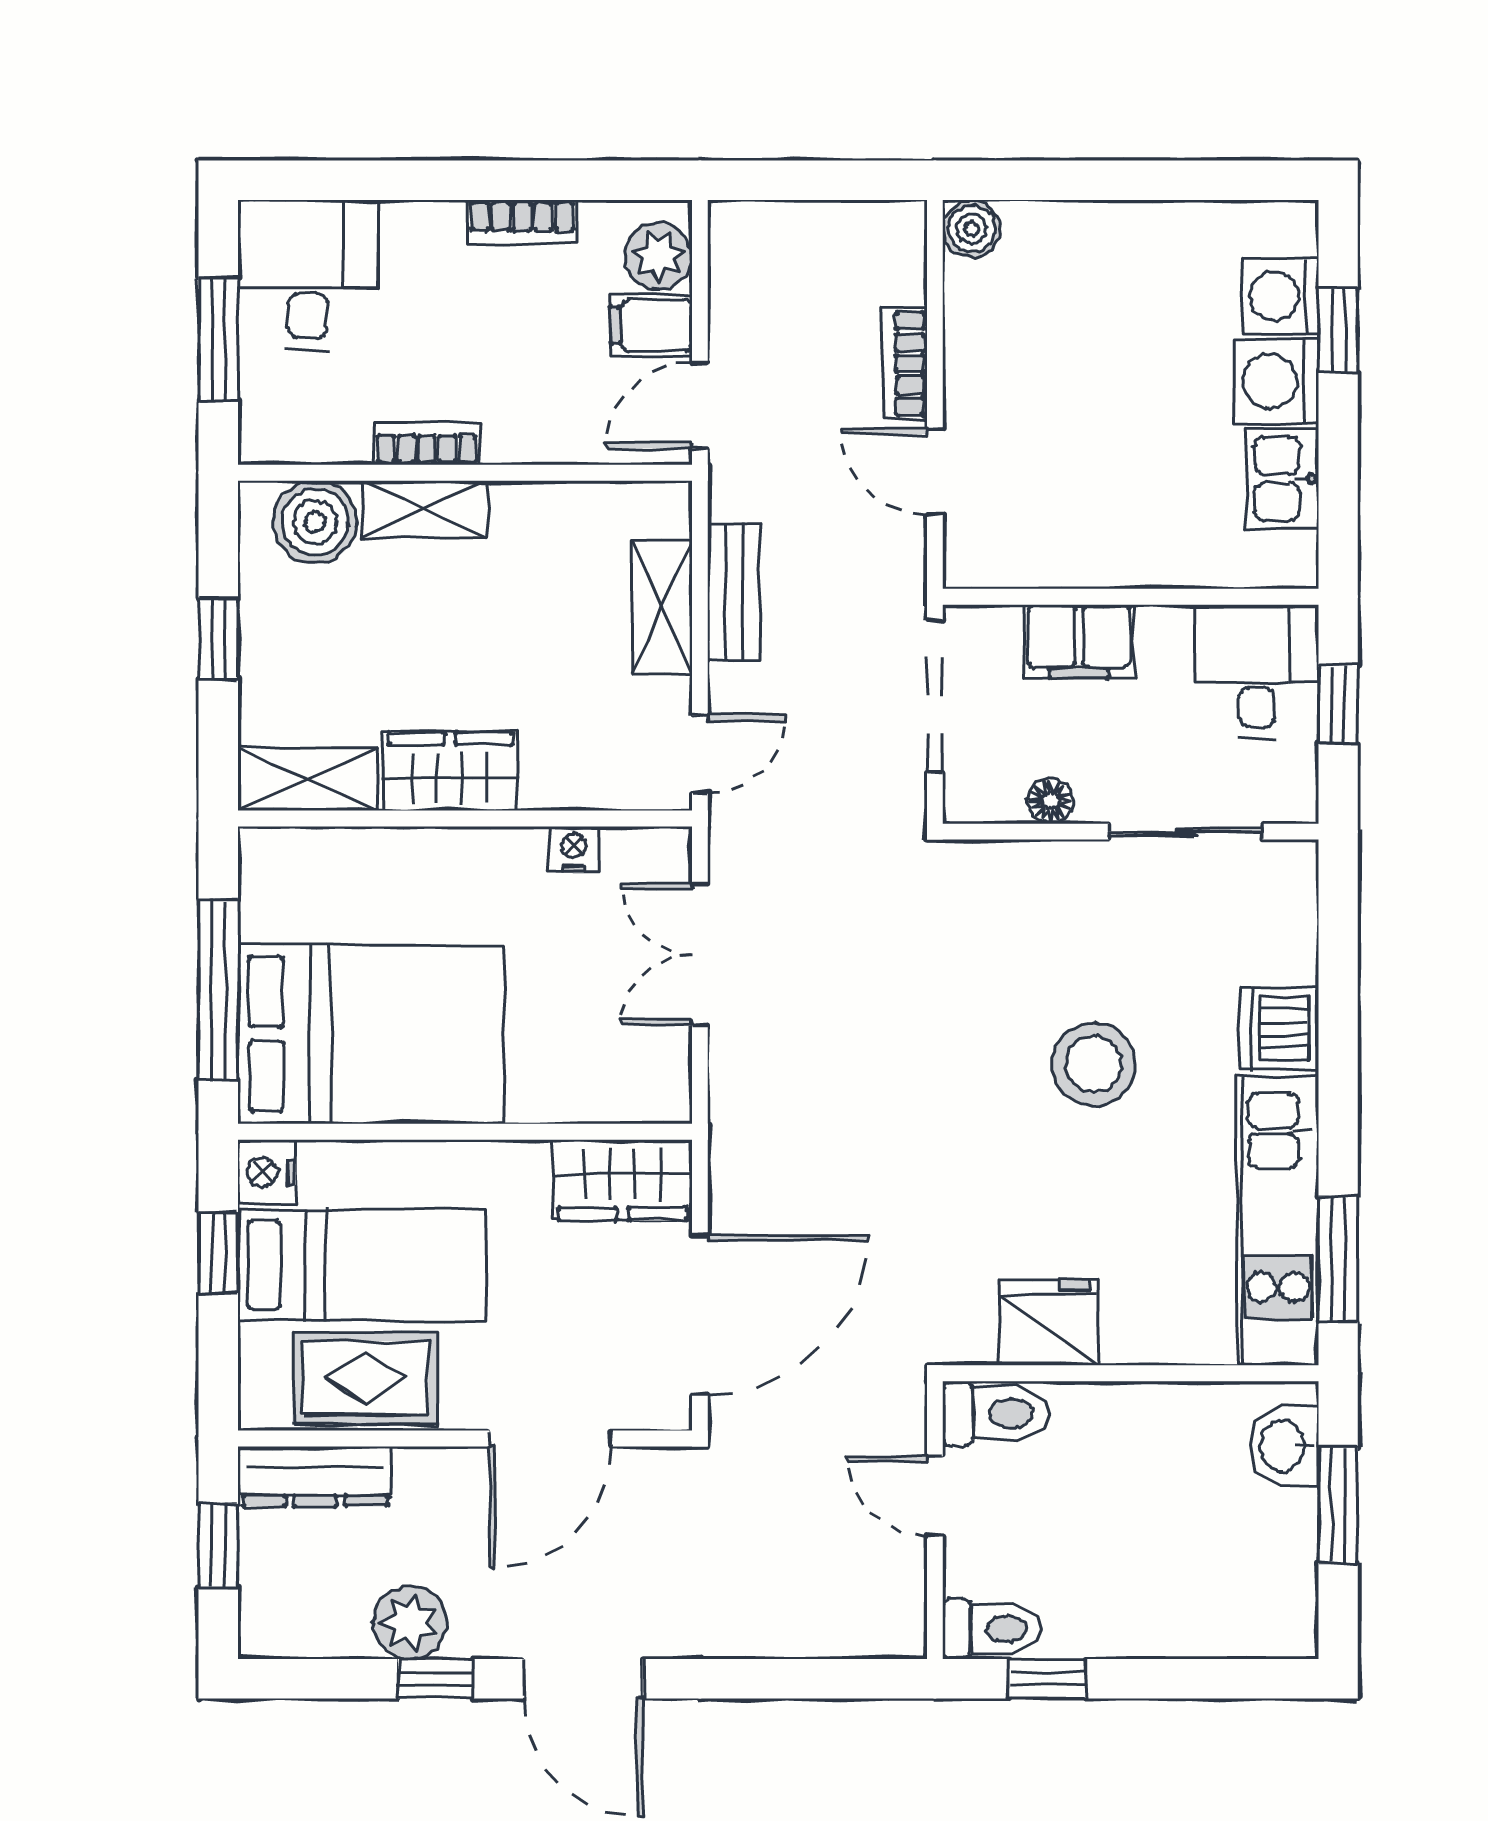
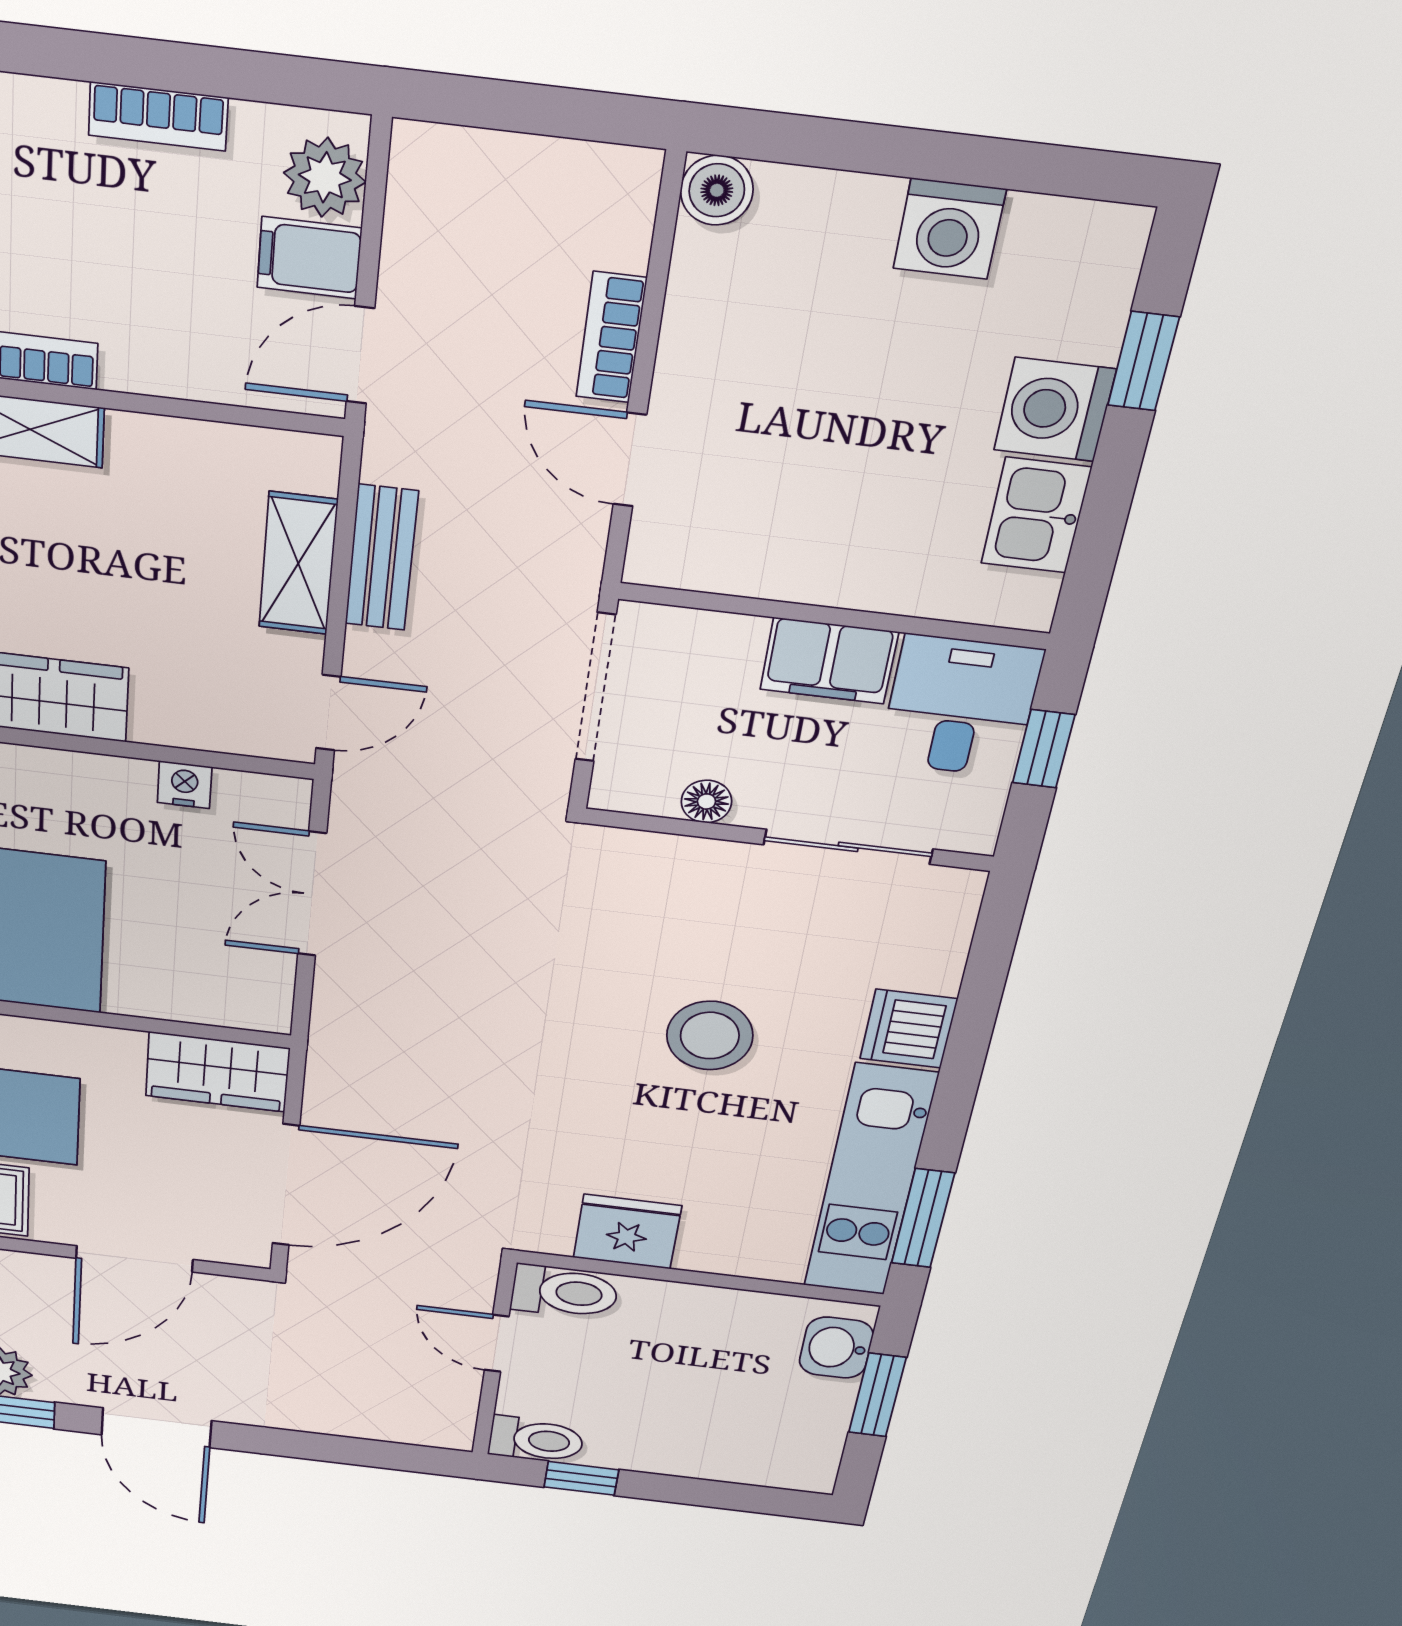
washing machine: (1280, 296) -> (949, 229), moved, turned -90
filing cabinet: (1079, 641) -> (829, 661), moved

